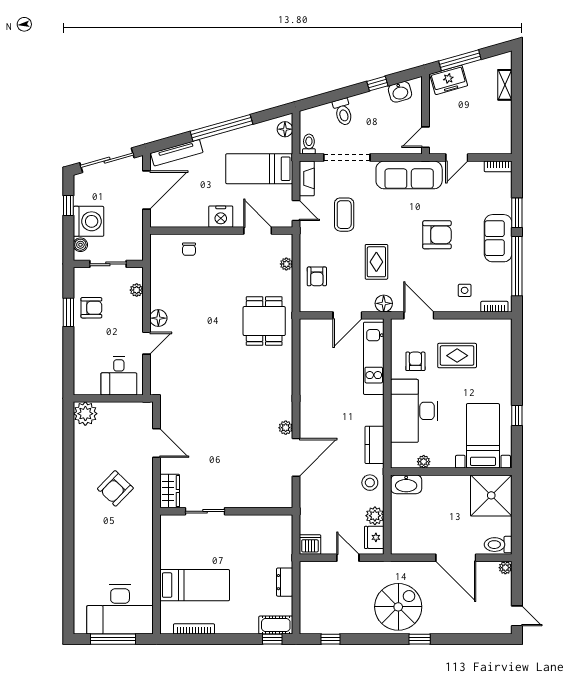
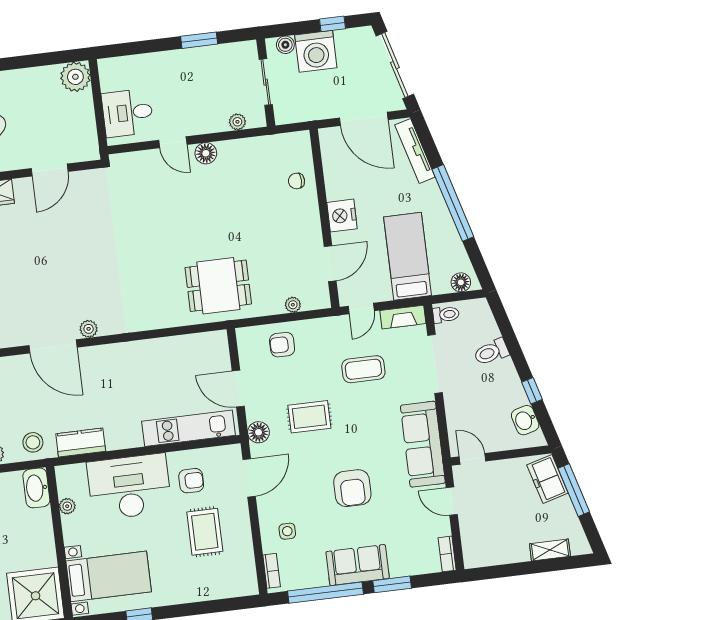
armchair: (91, 308) -> (208, 68), removed

